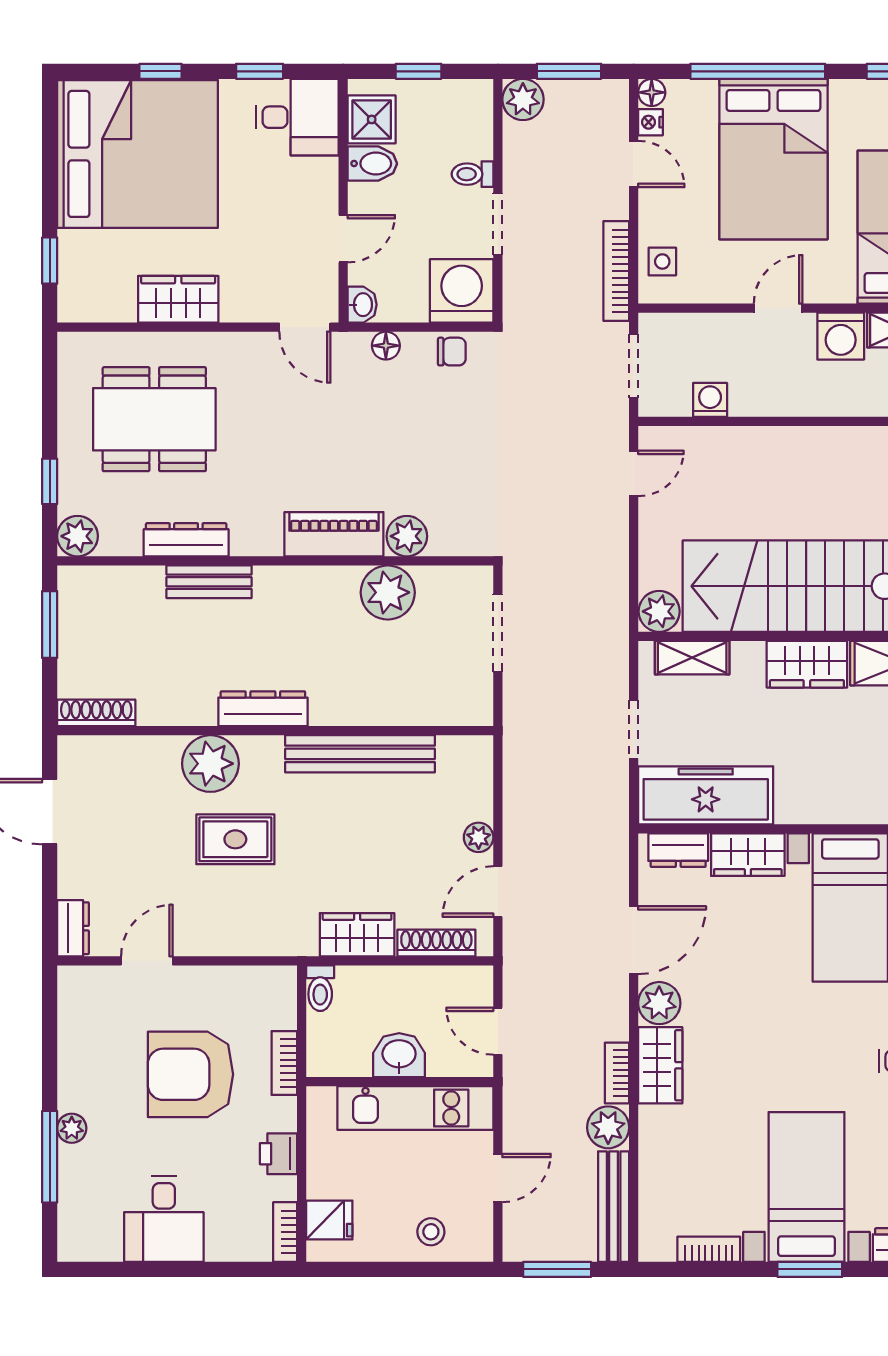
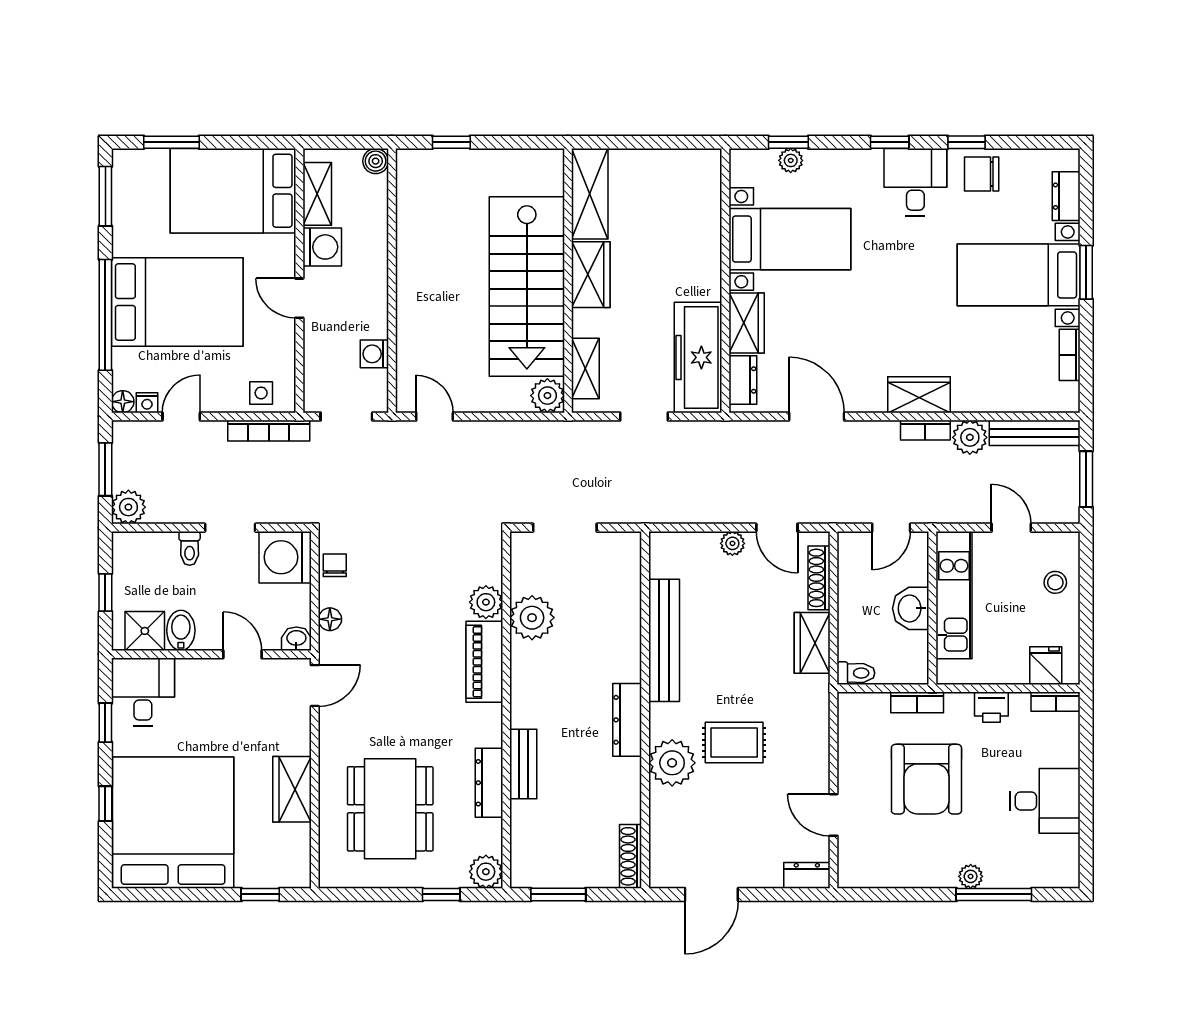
rug: (235, 839) -> (734, 742), turned 90
plant: (659, 1003) -> (868, 395), removed

